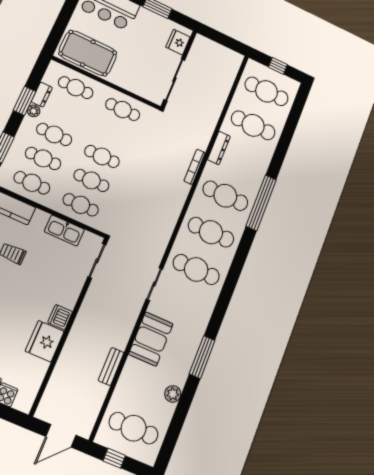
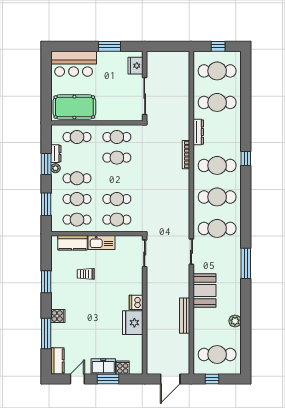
cafe table: (102, 156) -> (117, 158), moved
window: (261, 203) -> (246, 158), width x0.32
kitchen sink: (64, 230) -> (102, 243), moved
window: (202, 357) -> (246, 263), moved
bench: (111, 366) -> (185, 316), width x1.36

